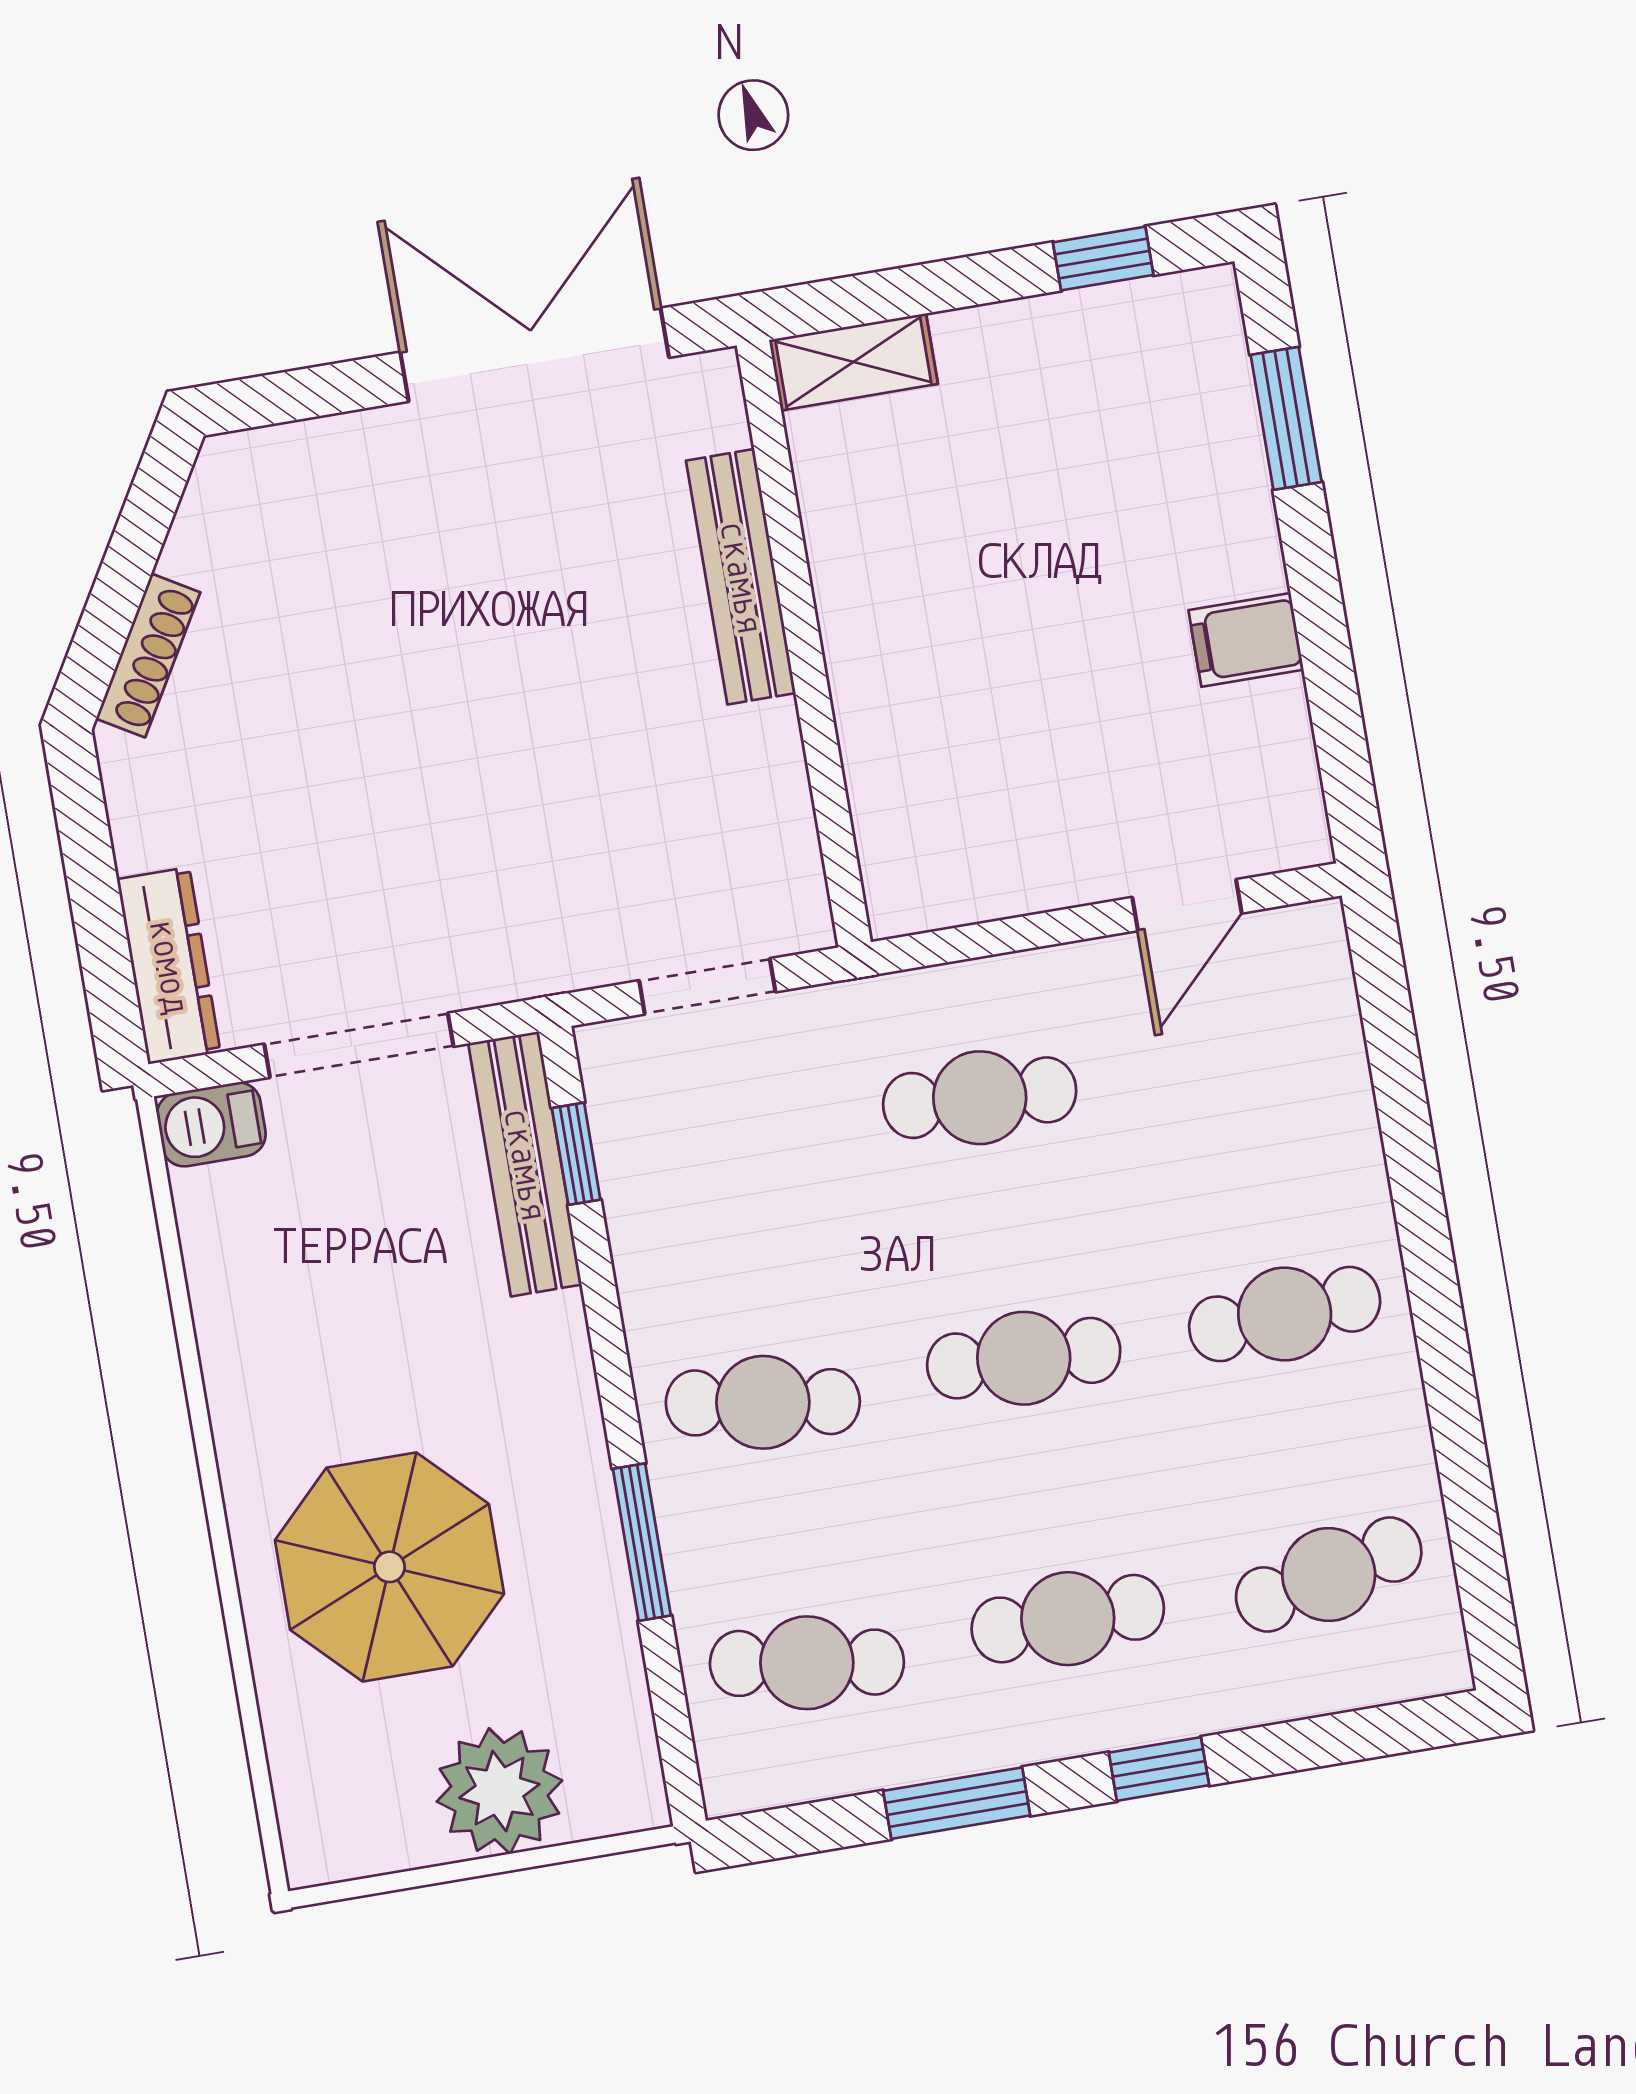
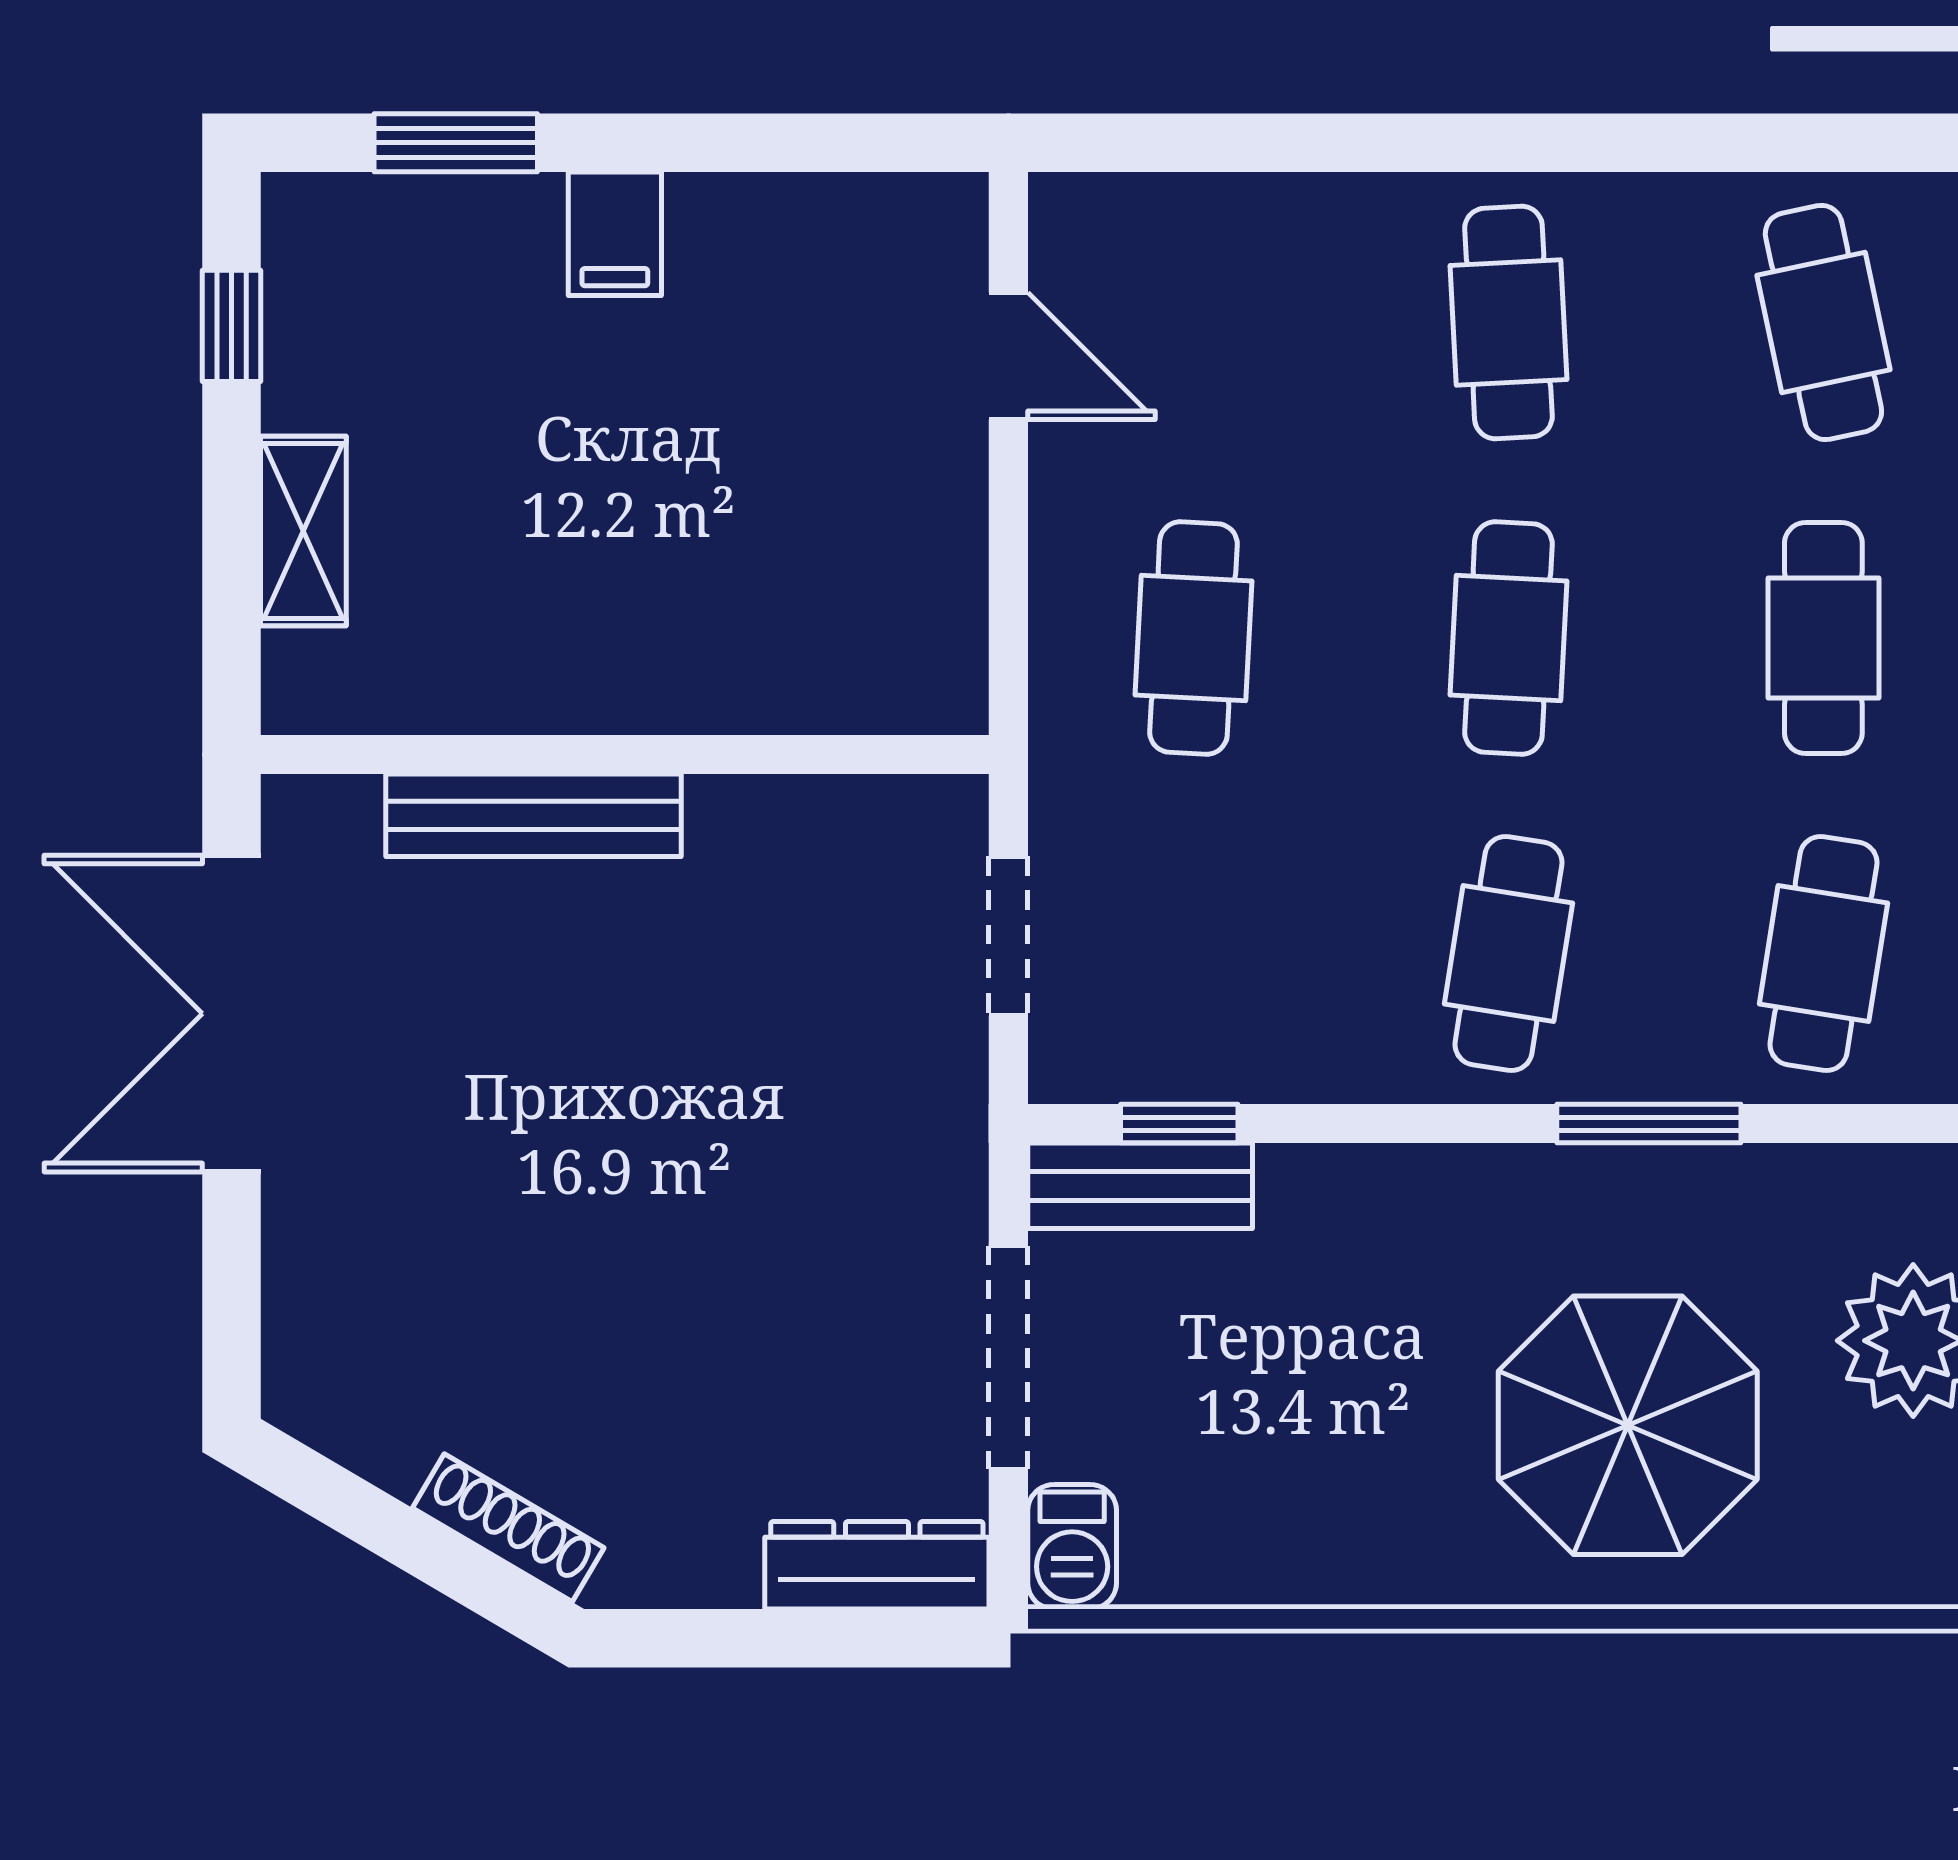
shelving: (853, 362) -> (303, 531), moved
filing cabinet: (1246, 640) -> (615, 234), moved
bench: (525, 1164) -> (1140, 1186), width x0.73

